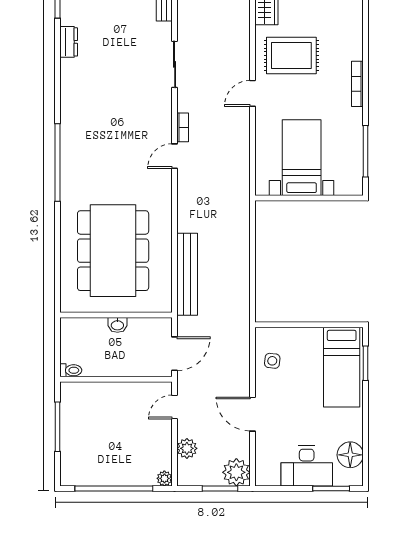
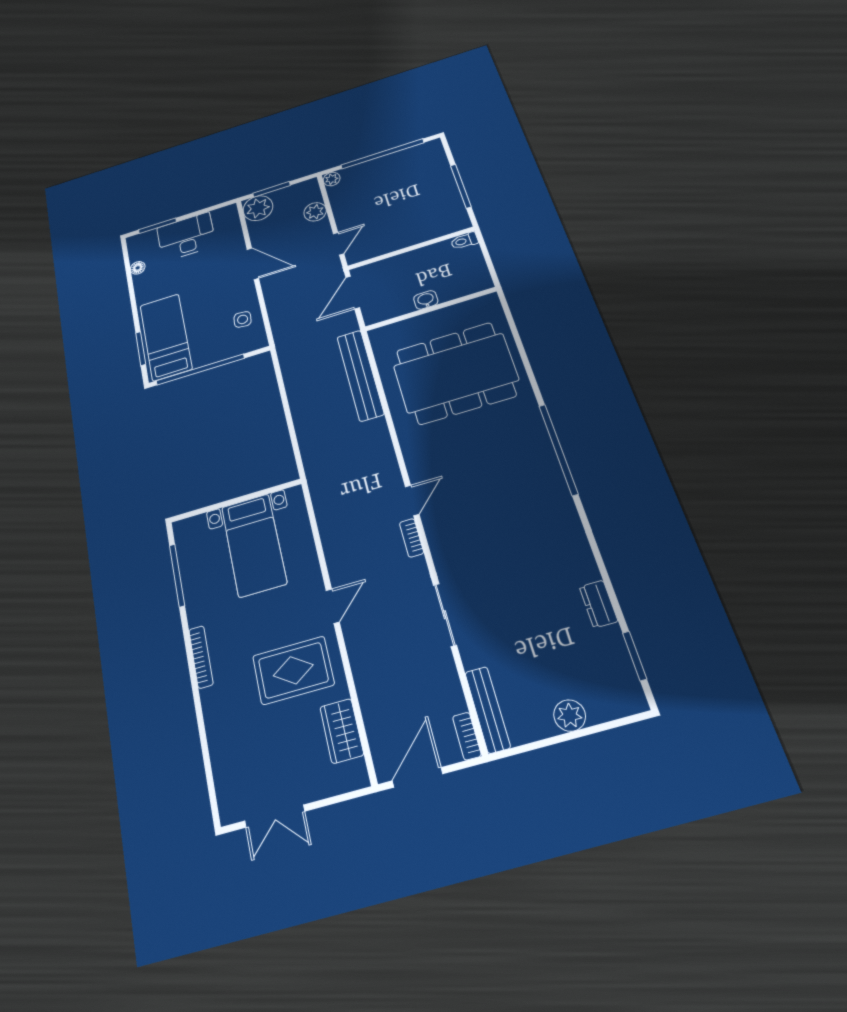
dining table: (113, 251) -> (455, 373), turned 90
window: (317, 325) -> (200, 370), added
floor lamp: (350, 455) -> (138, 268), width x0.53, depth x0.53

